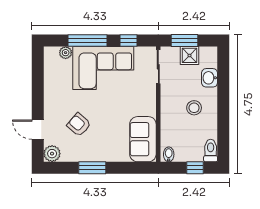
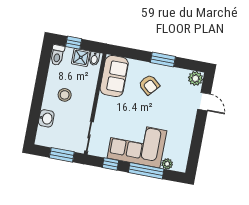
shower: (190, 55) -> (81, 57), moved
armchair: (79, 125) -> (149, 85), moved

